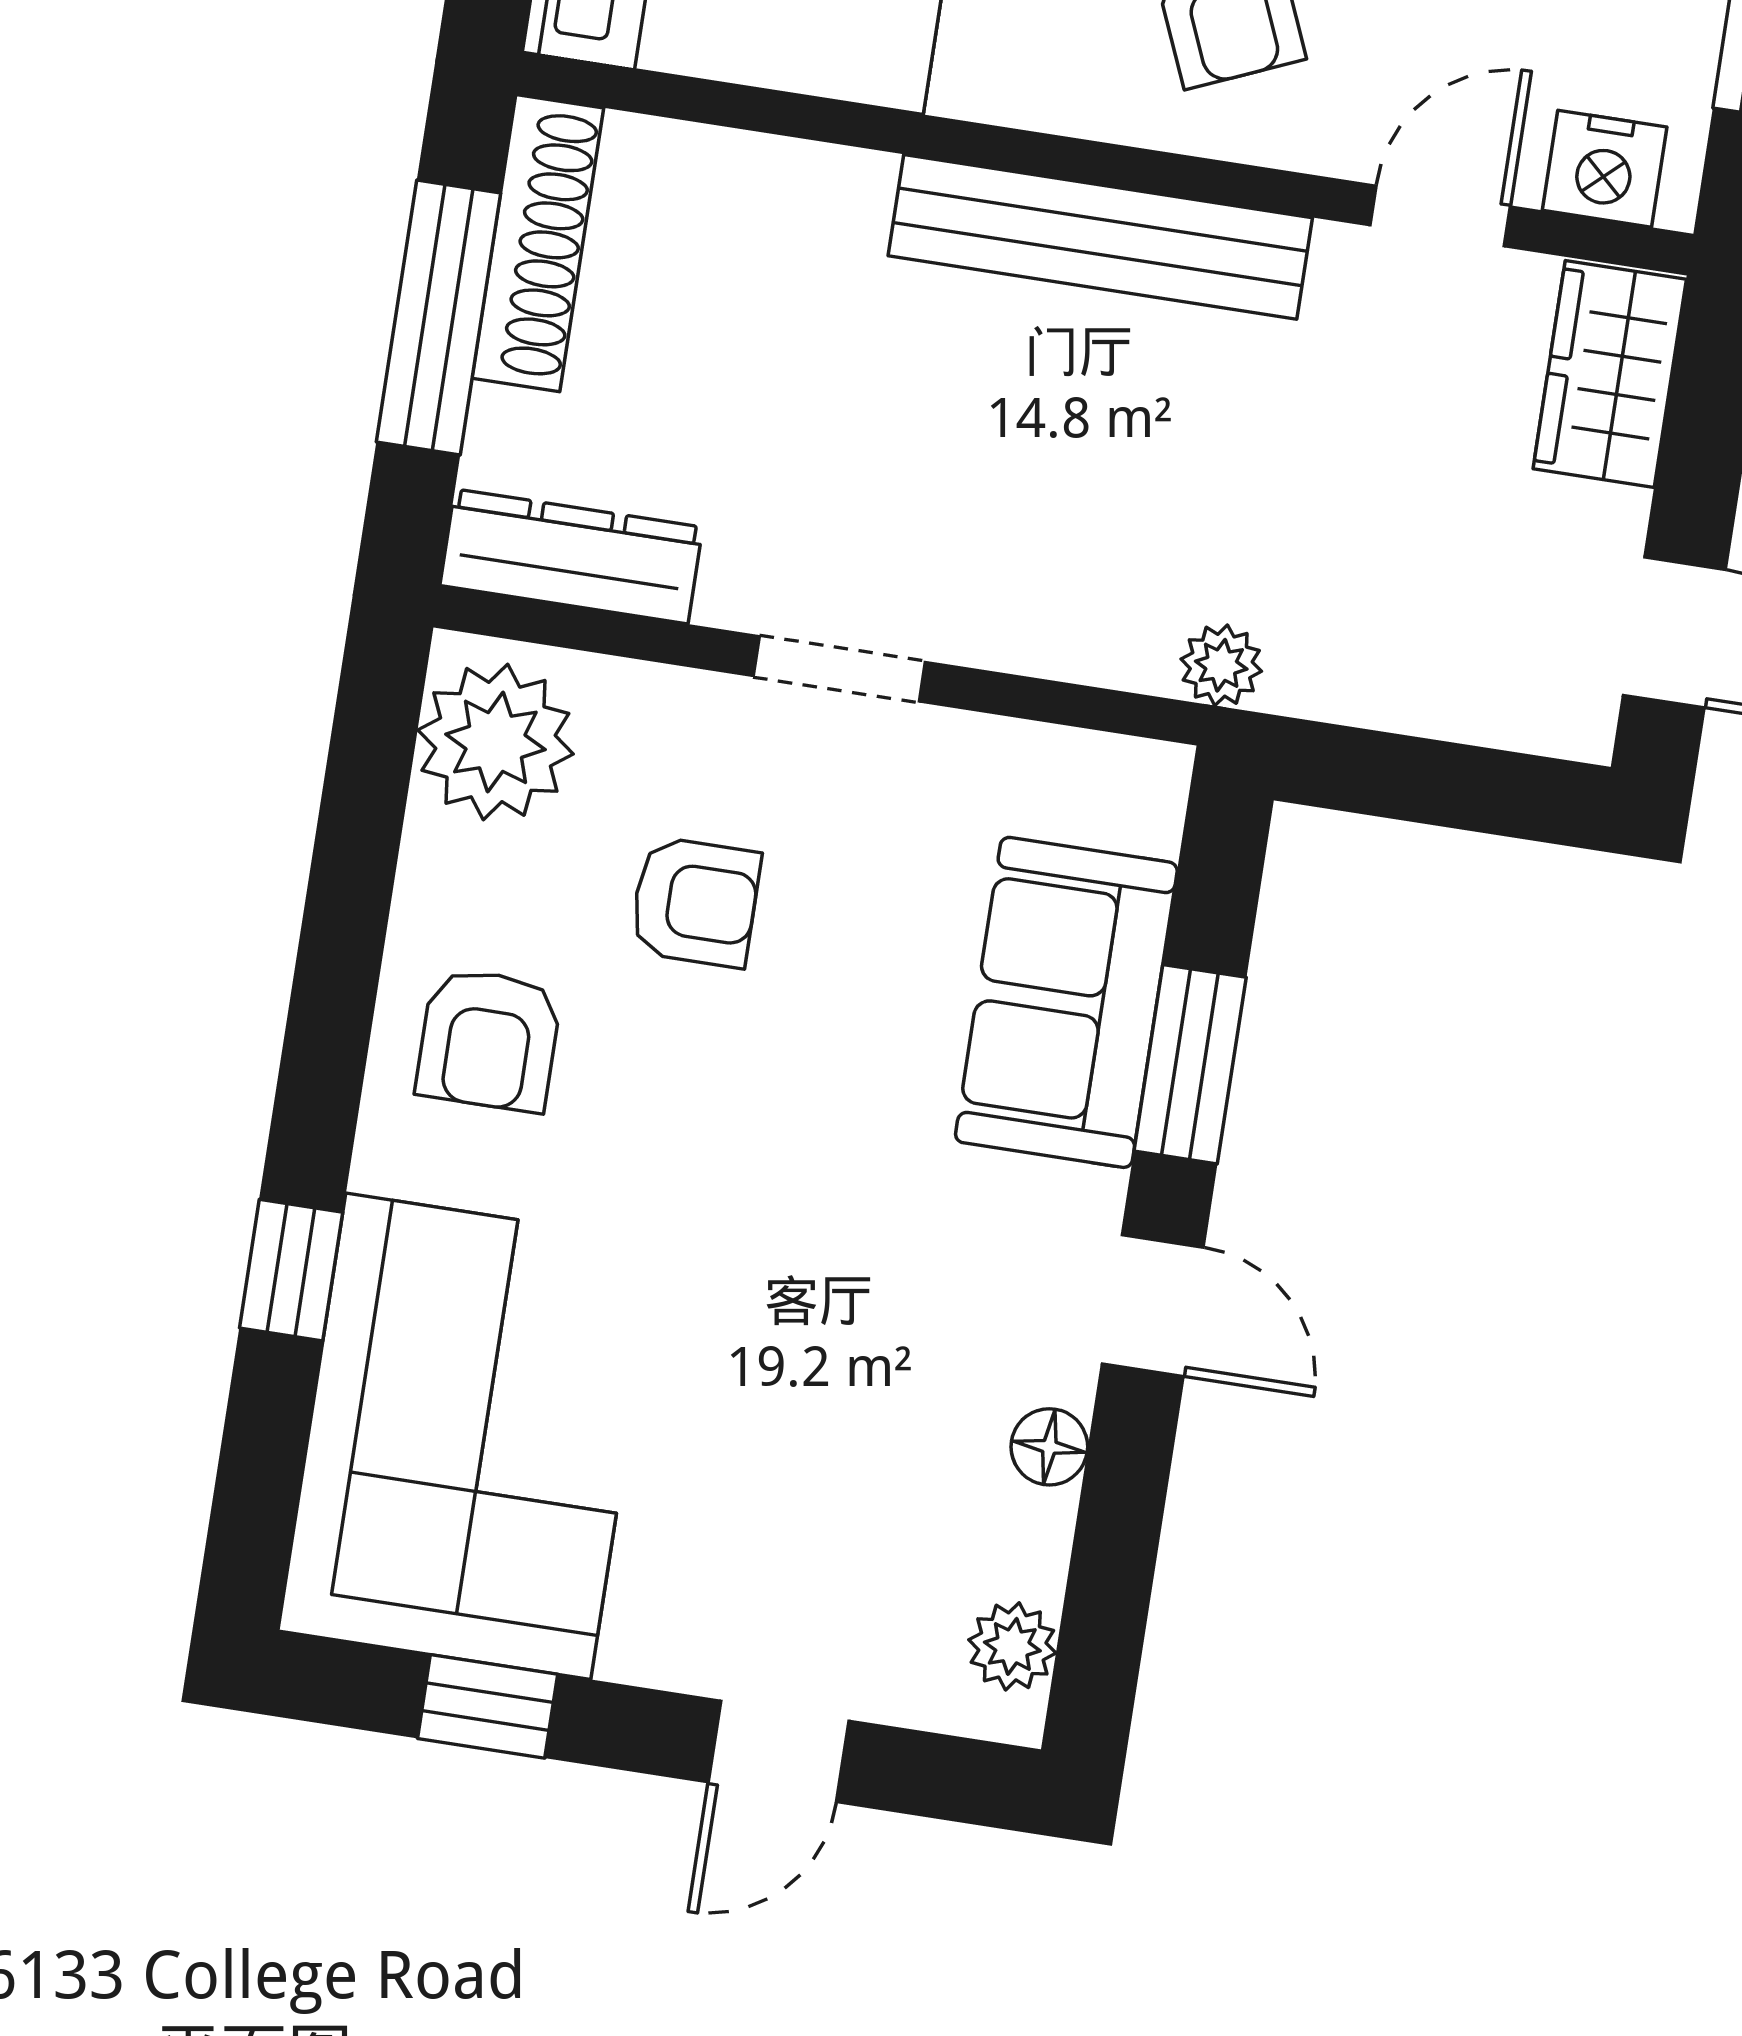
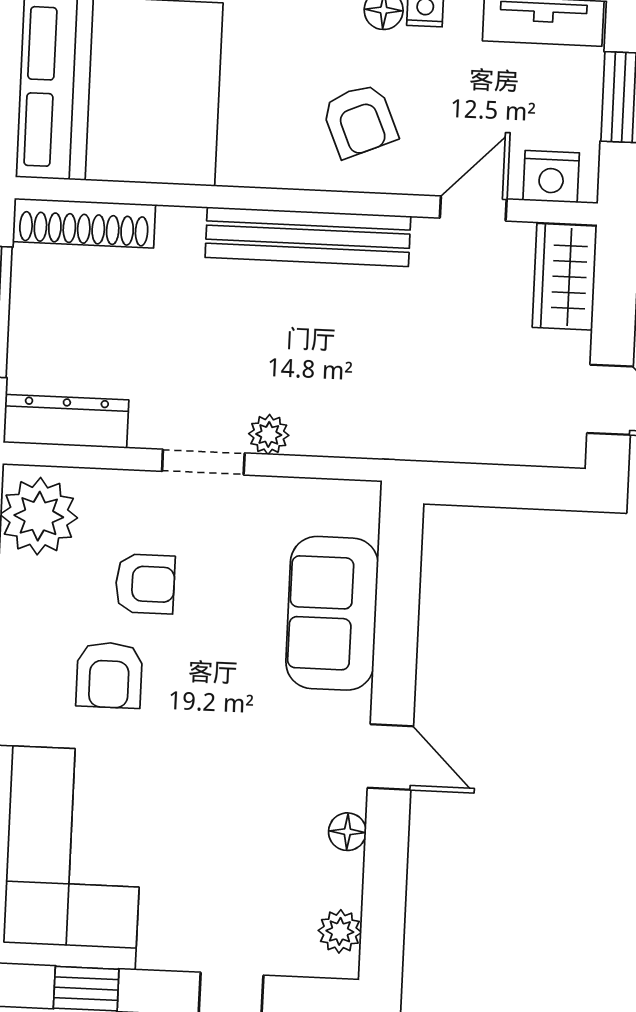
shoe rack: (538, 243) -> (84, 223), moved, turned 90
plant: (1221, 665) -> (269, 434), moved
armchair: (489, 1040) -> (109, 675), moved
window: (1190, 1064) -> (396, 637), removed

